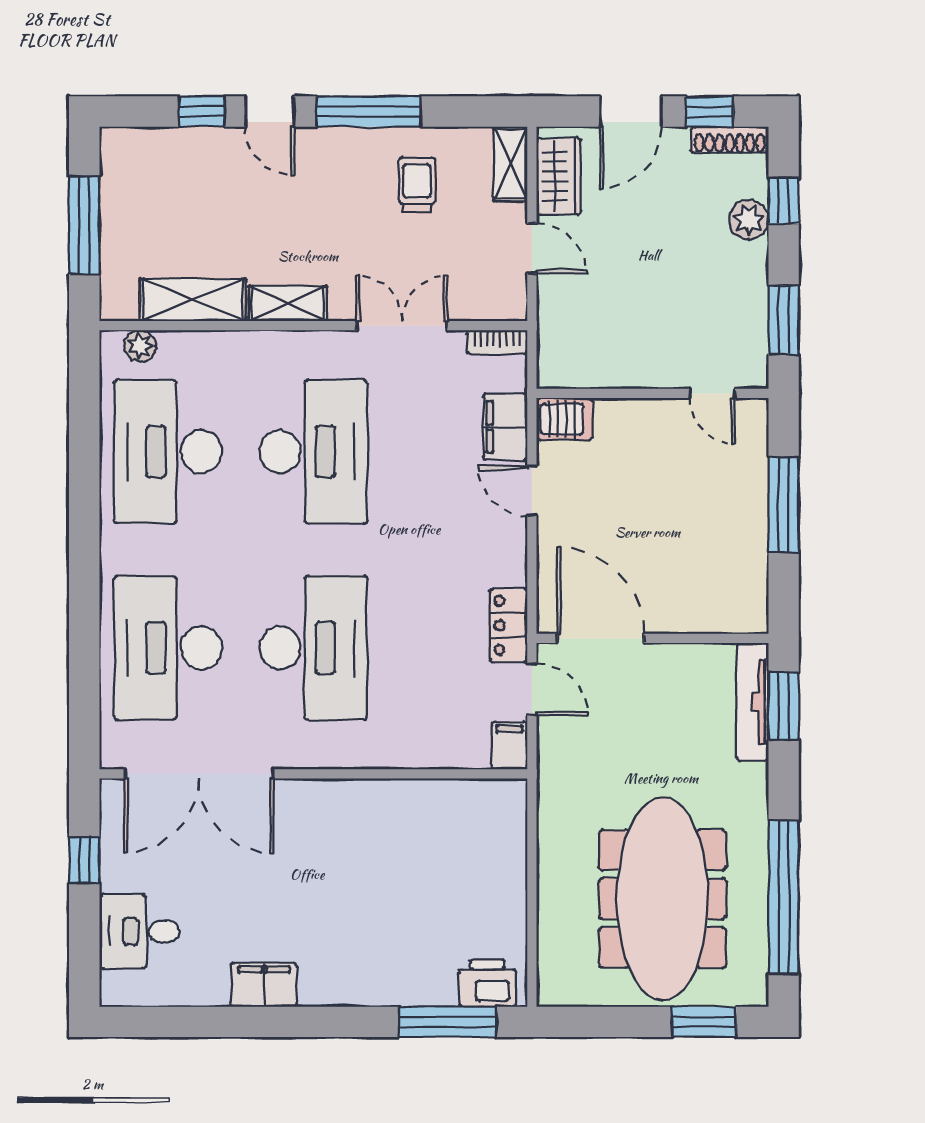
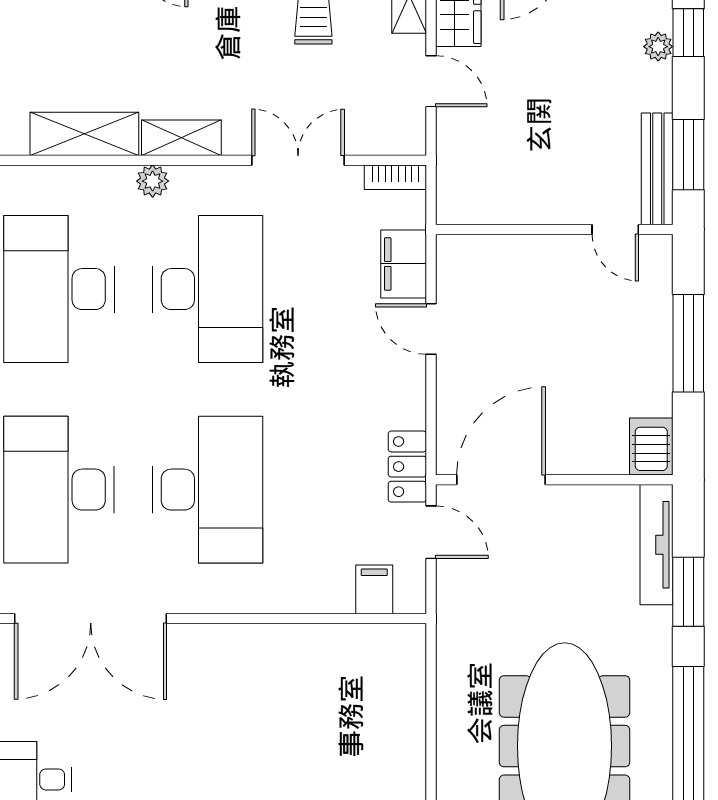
plant: (749, 220) -> (658, 47), width x0.73, depth x0.73
bench: (753, 334) -> (657, 169), added
plant: (140, 346) -> (153, 181), moved
server rack: (564, 419) -> (651, 447), moved, turned -90
door: (600, 638) -> (501, 480), hinge flipped
window: (784, 706) -> (688, 592), moved
filing cabinet: (509, 746) -> (374, 589), moved

